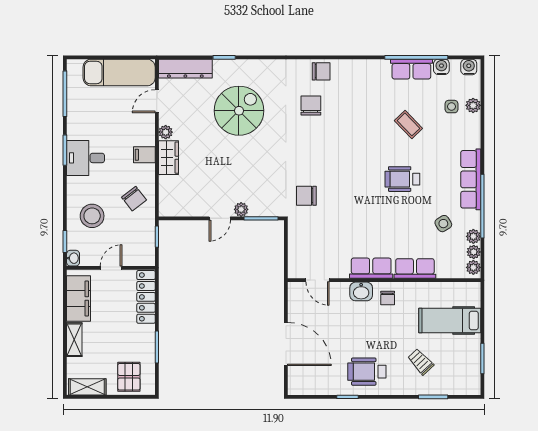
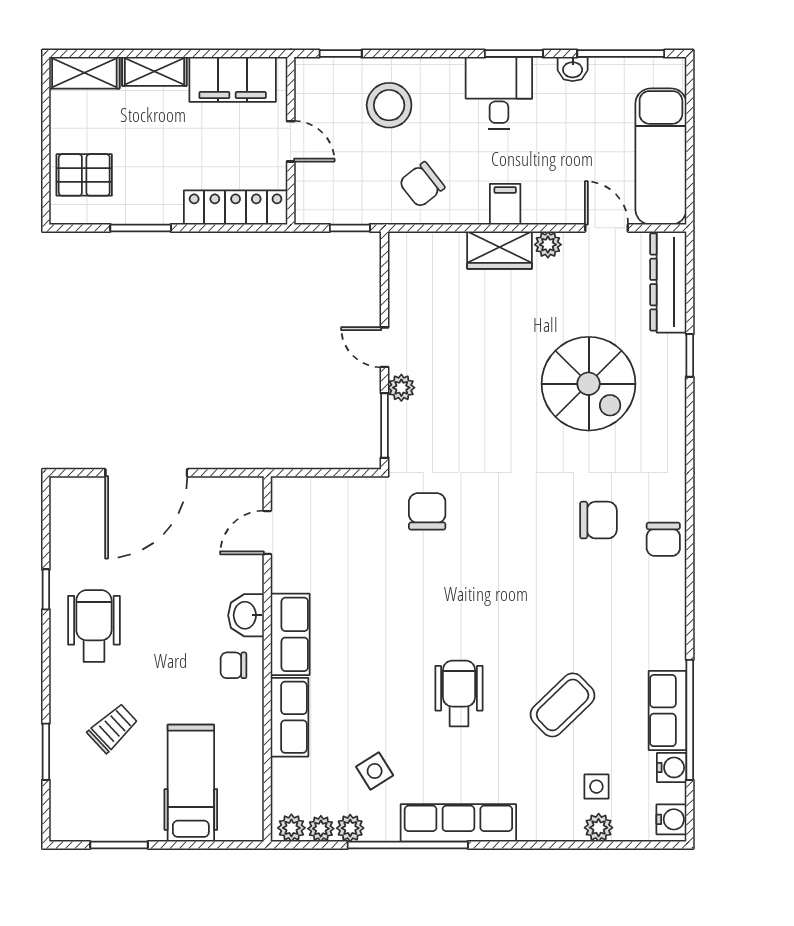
coffee table: (408, 124) -> (563, 705), width x1.36, depth x1.30
washbasin: (73, 258) -> (573, 69), moved
shelving: (87, 387) -> (84, 73), moved, turned 90

